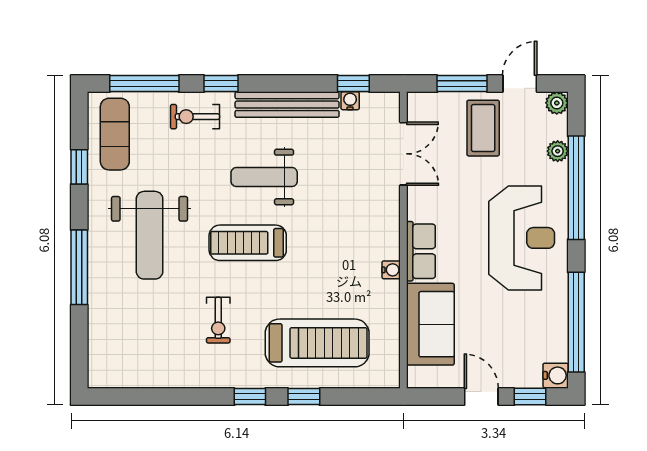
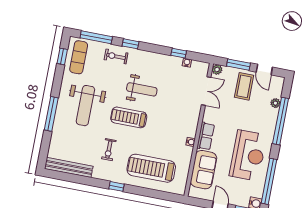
window: (353, 84) -> (179, 53), moved
door: (520, 84) -> (264, 70), swing flipped
plant: (557, 103) -> (217, 70), moved
bench: (287, 105) -> (69, 167), moved
window: (79, 167) -> (62, 56), moved
weight bench: (264, 177) -> (142, 89), turned 180
reception desk: (522, 238) -> (248, 155), moved
treadmill: (317, 343) -> (151, 168), turned 180
window: (304, 397) -> (141, 191), removed

